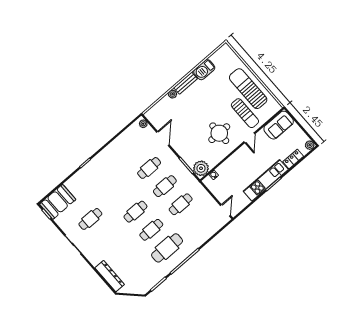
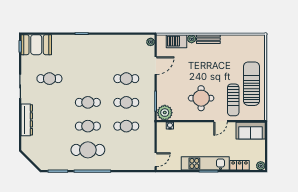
barbecue: (204, 70) -> (176, 41), moved
dresser: (110, 276) -> (27, 120), moved

